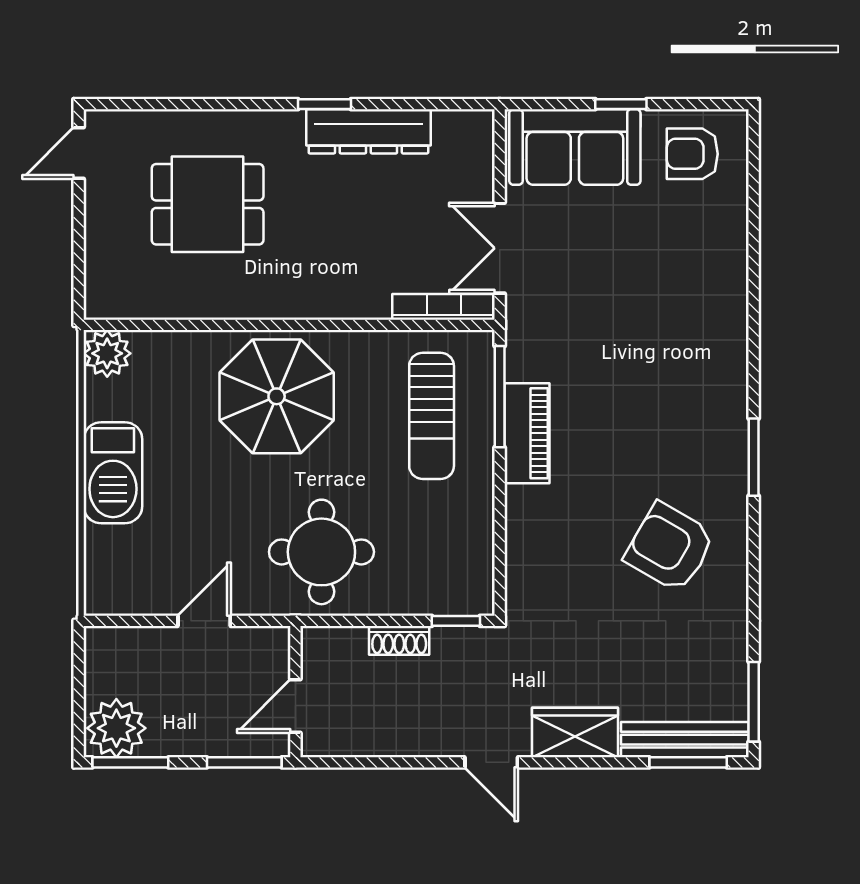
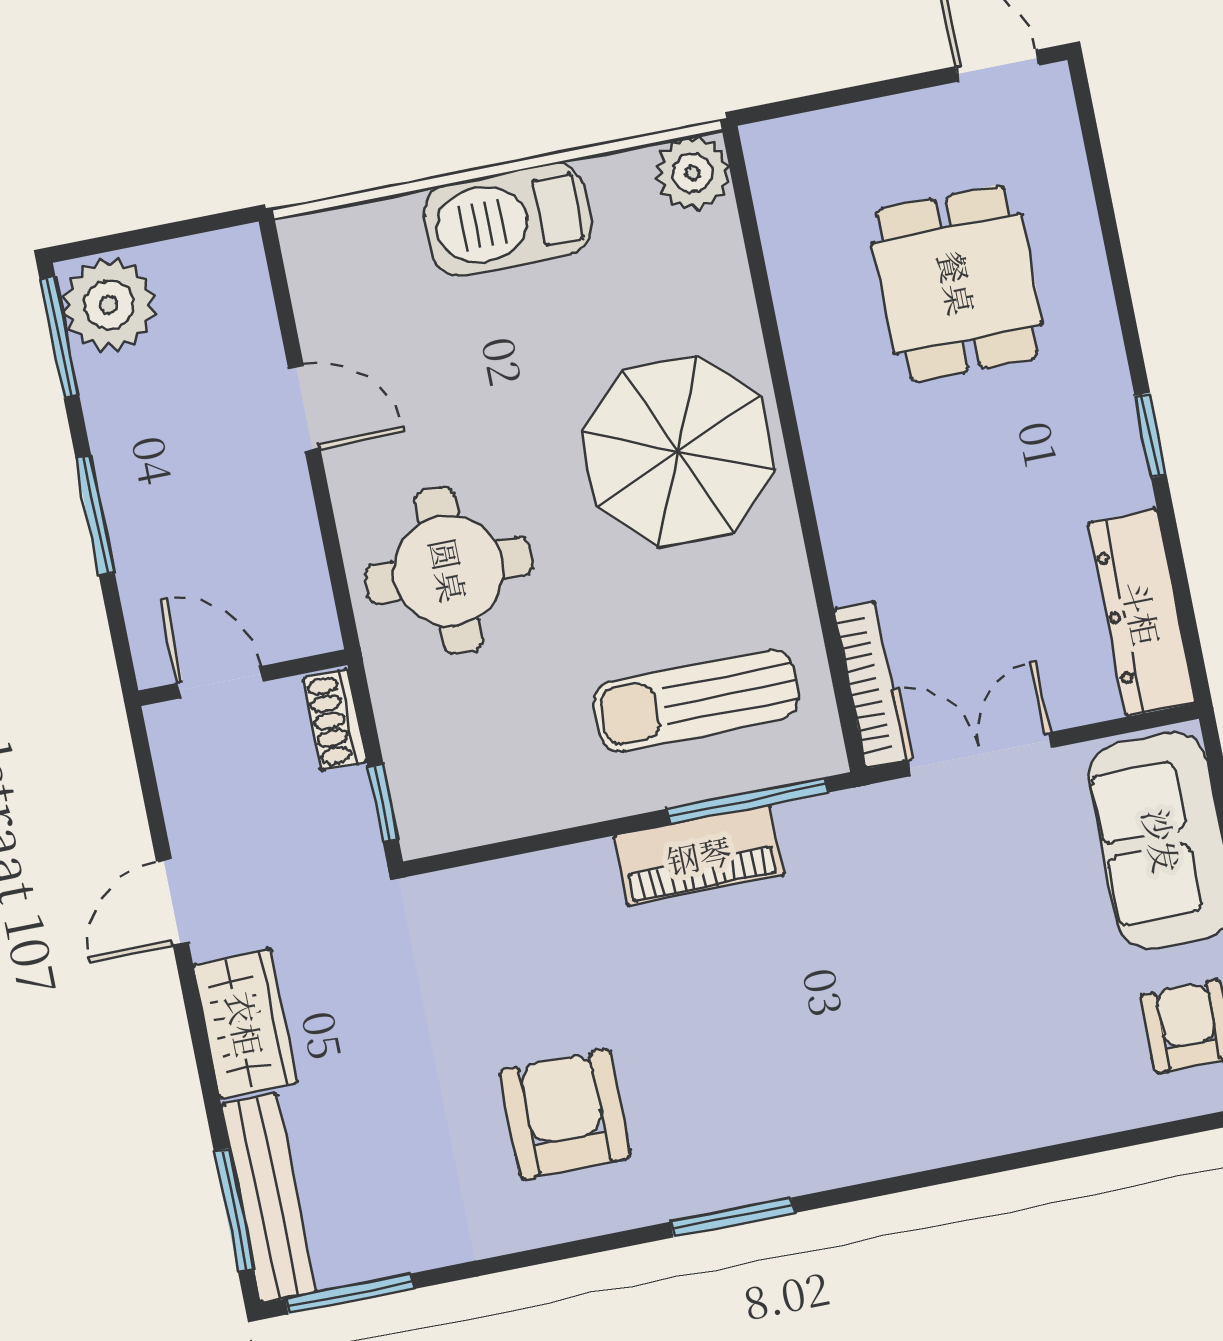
dresser: (368, 131) -> (1142, 613), moved
armchair: (670, 547) -> (565, 1114), turned -30
wall: (295, 692) -> (243, 678), moved
door: (295, 706) -> (220, 682), moved

